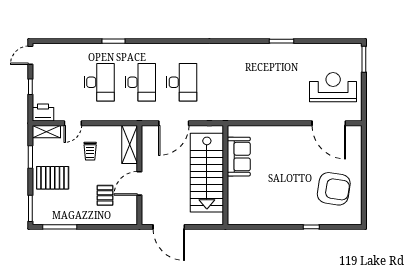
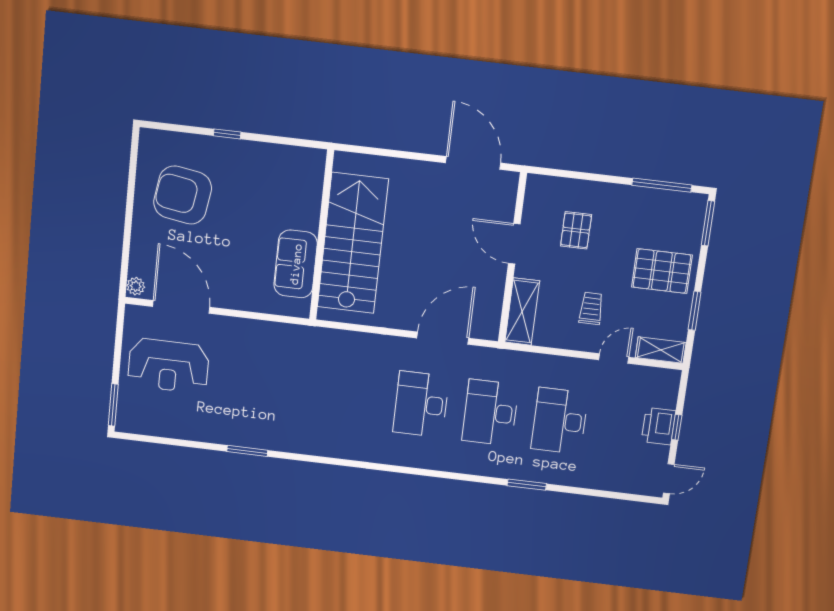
printer: (43, 113) -> (658, 426), moved, turned 90
plant: (357, 132) -> (136, 286), added
sofa: (239, 157) -> (296, 264), moved
stairs: (207, 173) -> (353, 243), moved
wall: (225, 175) -> (322, 235), moved
door: (139, 183) -> (514, 244), swing flipped

